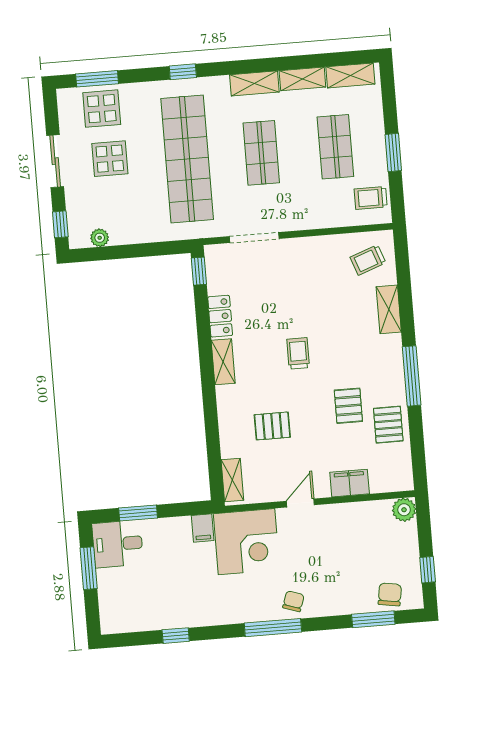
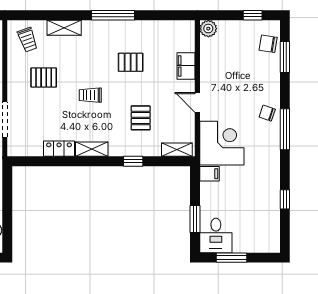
window: (199, 271) -> (133, 161), moved
pallet: (388, 425) -> (44, 77), moved

